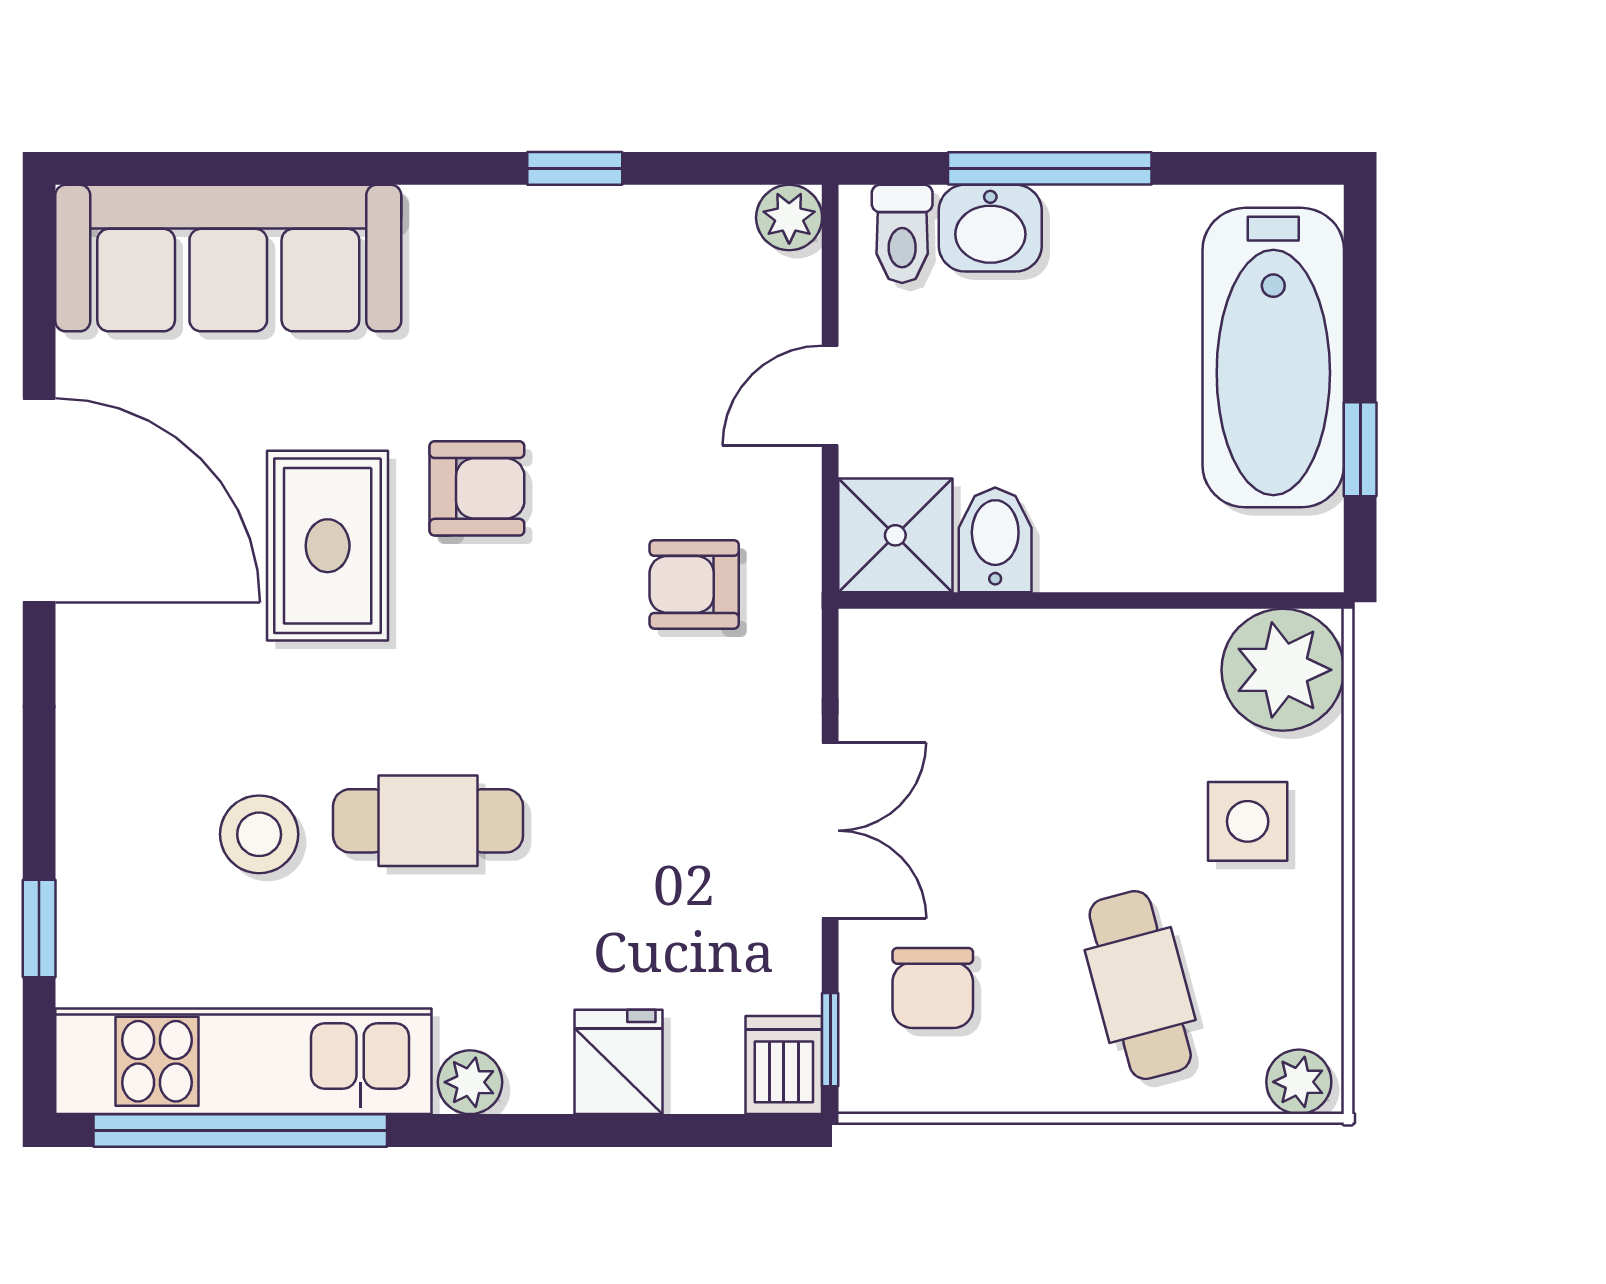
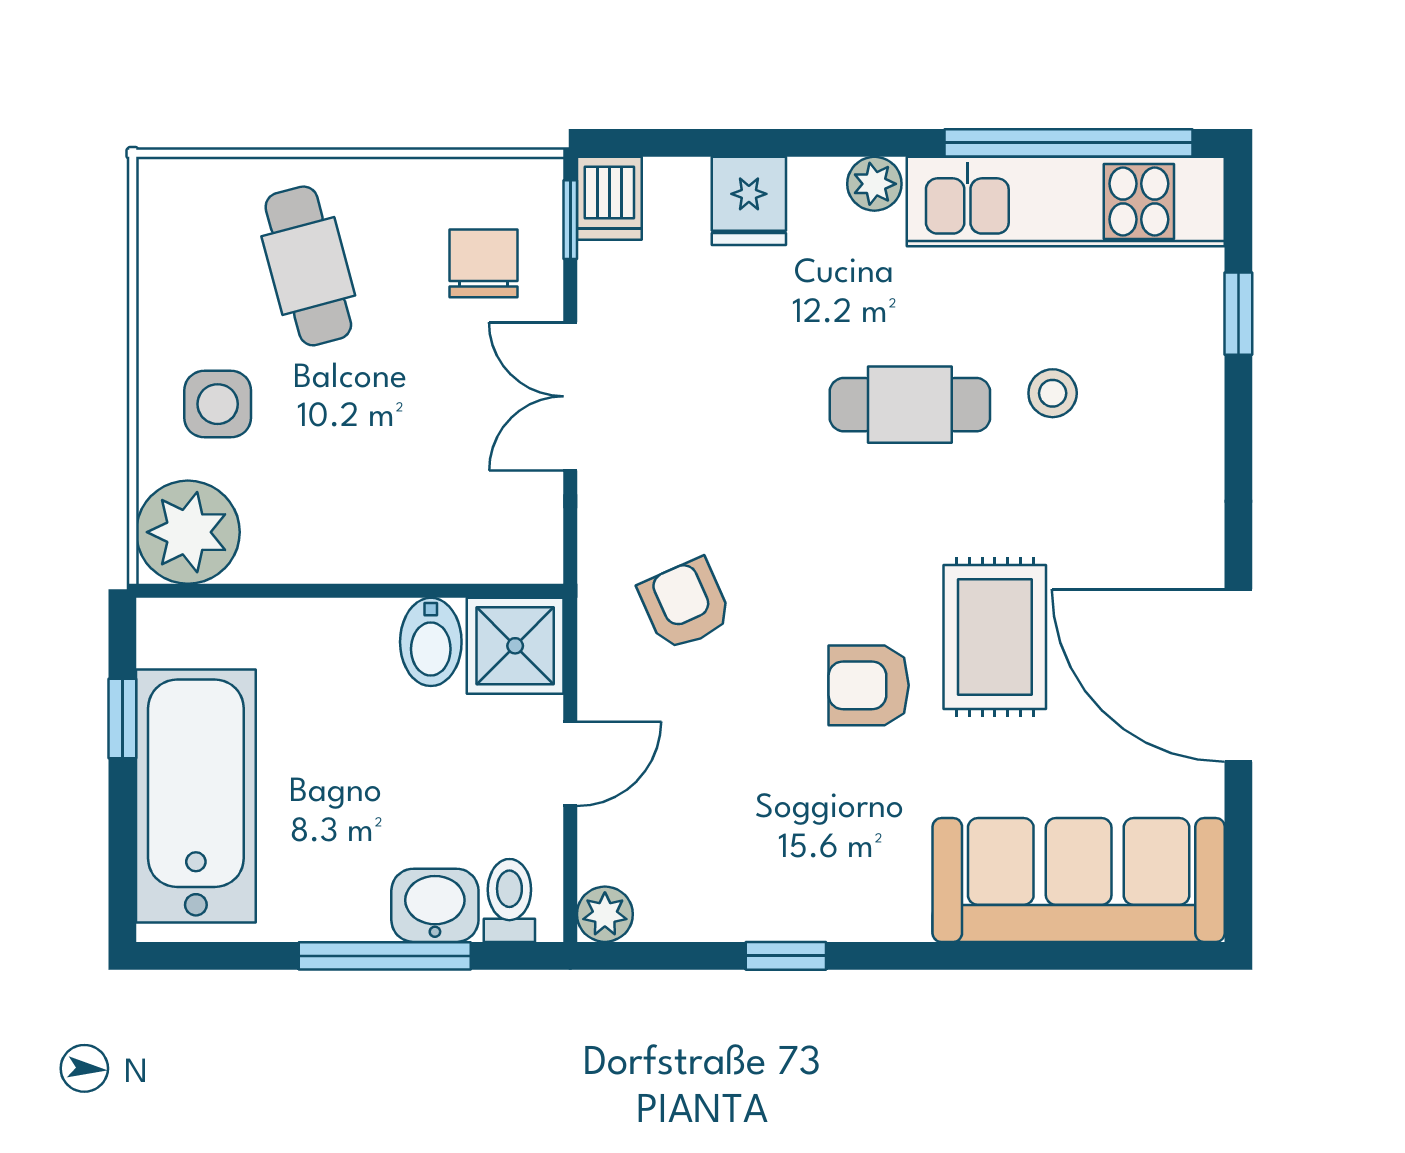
armchair: (694, 584) -> (685, 604), turned -114
stool: (259, 834) -> (1053, 393), width x0.73, depth x0.73
plant: (1299, 1082) -> (174, 184), removed

